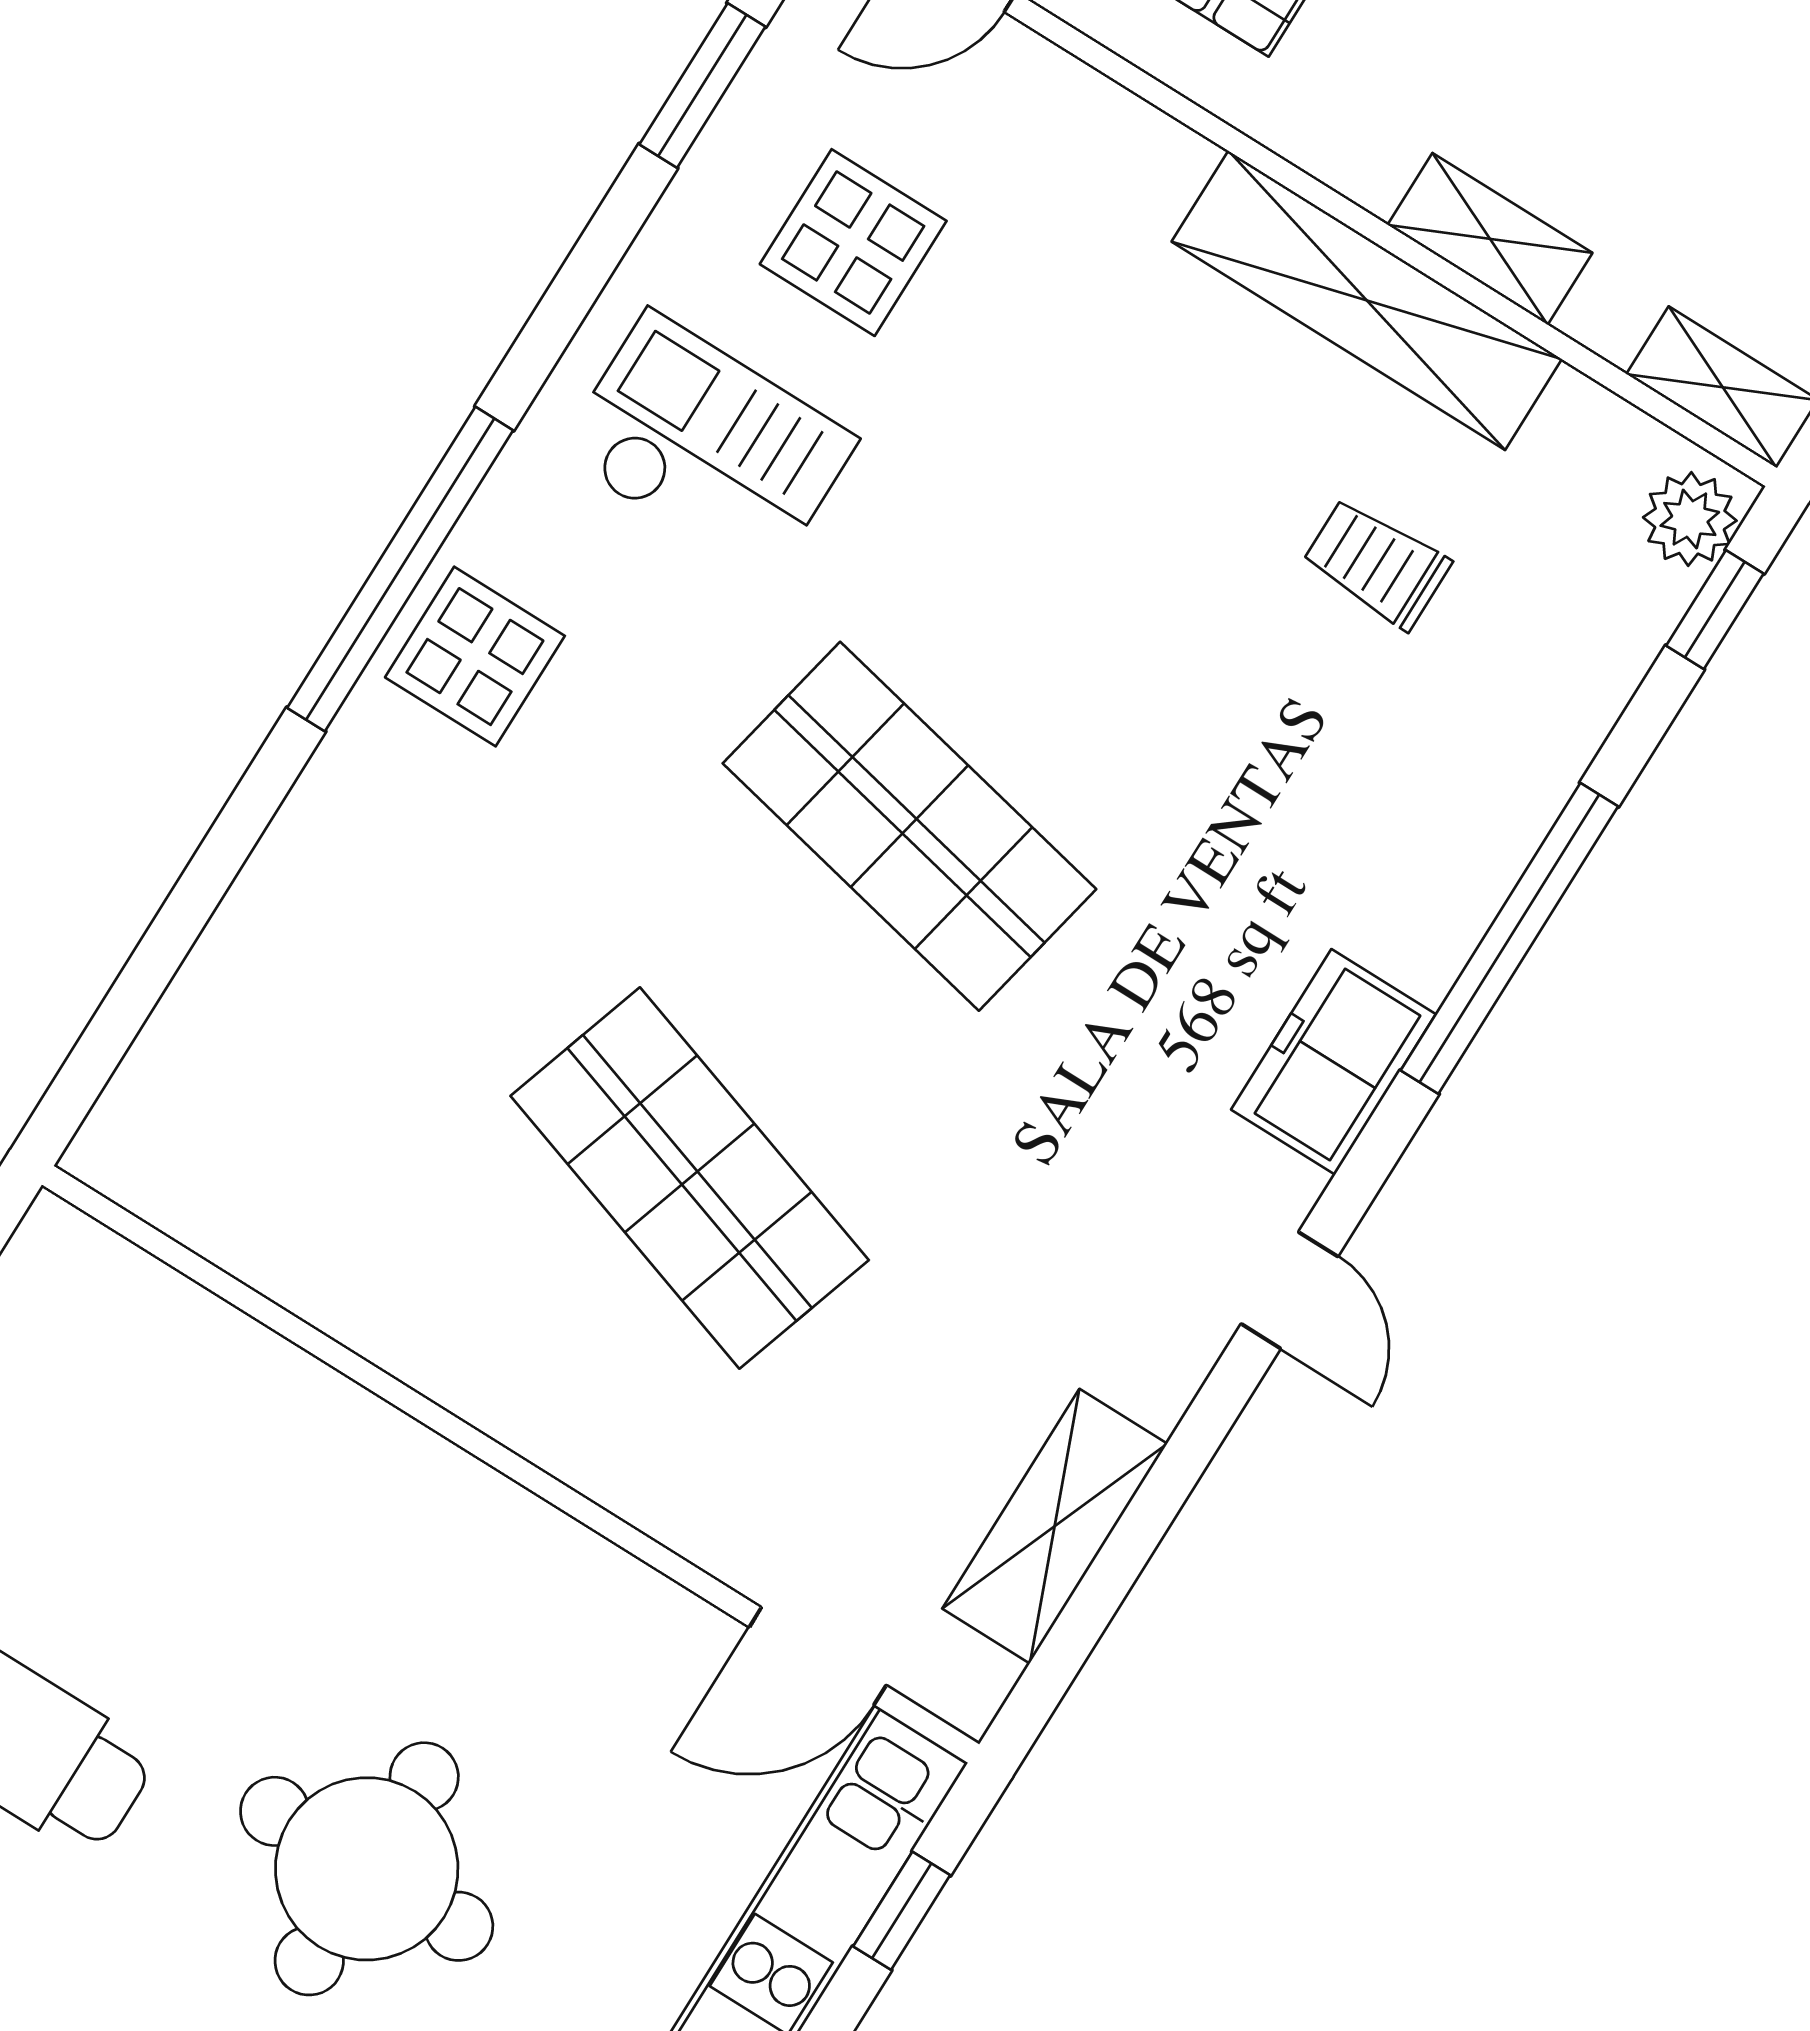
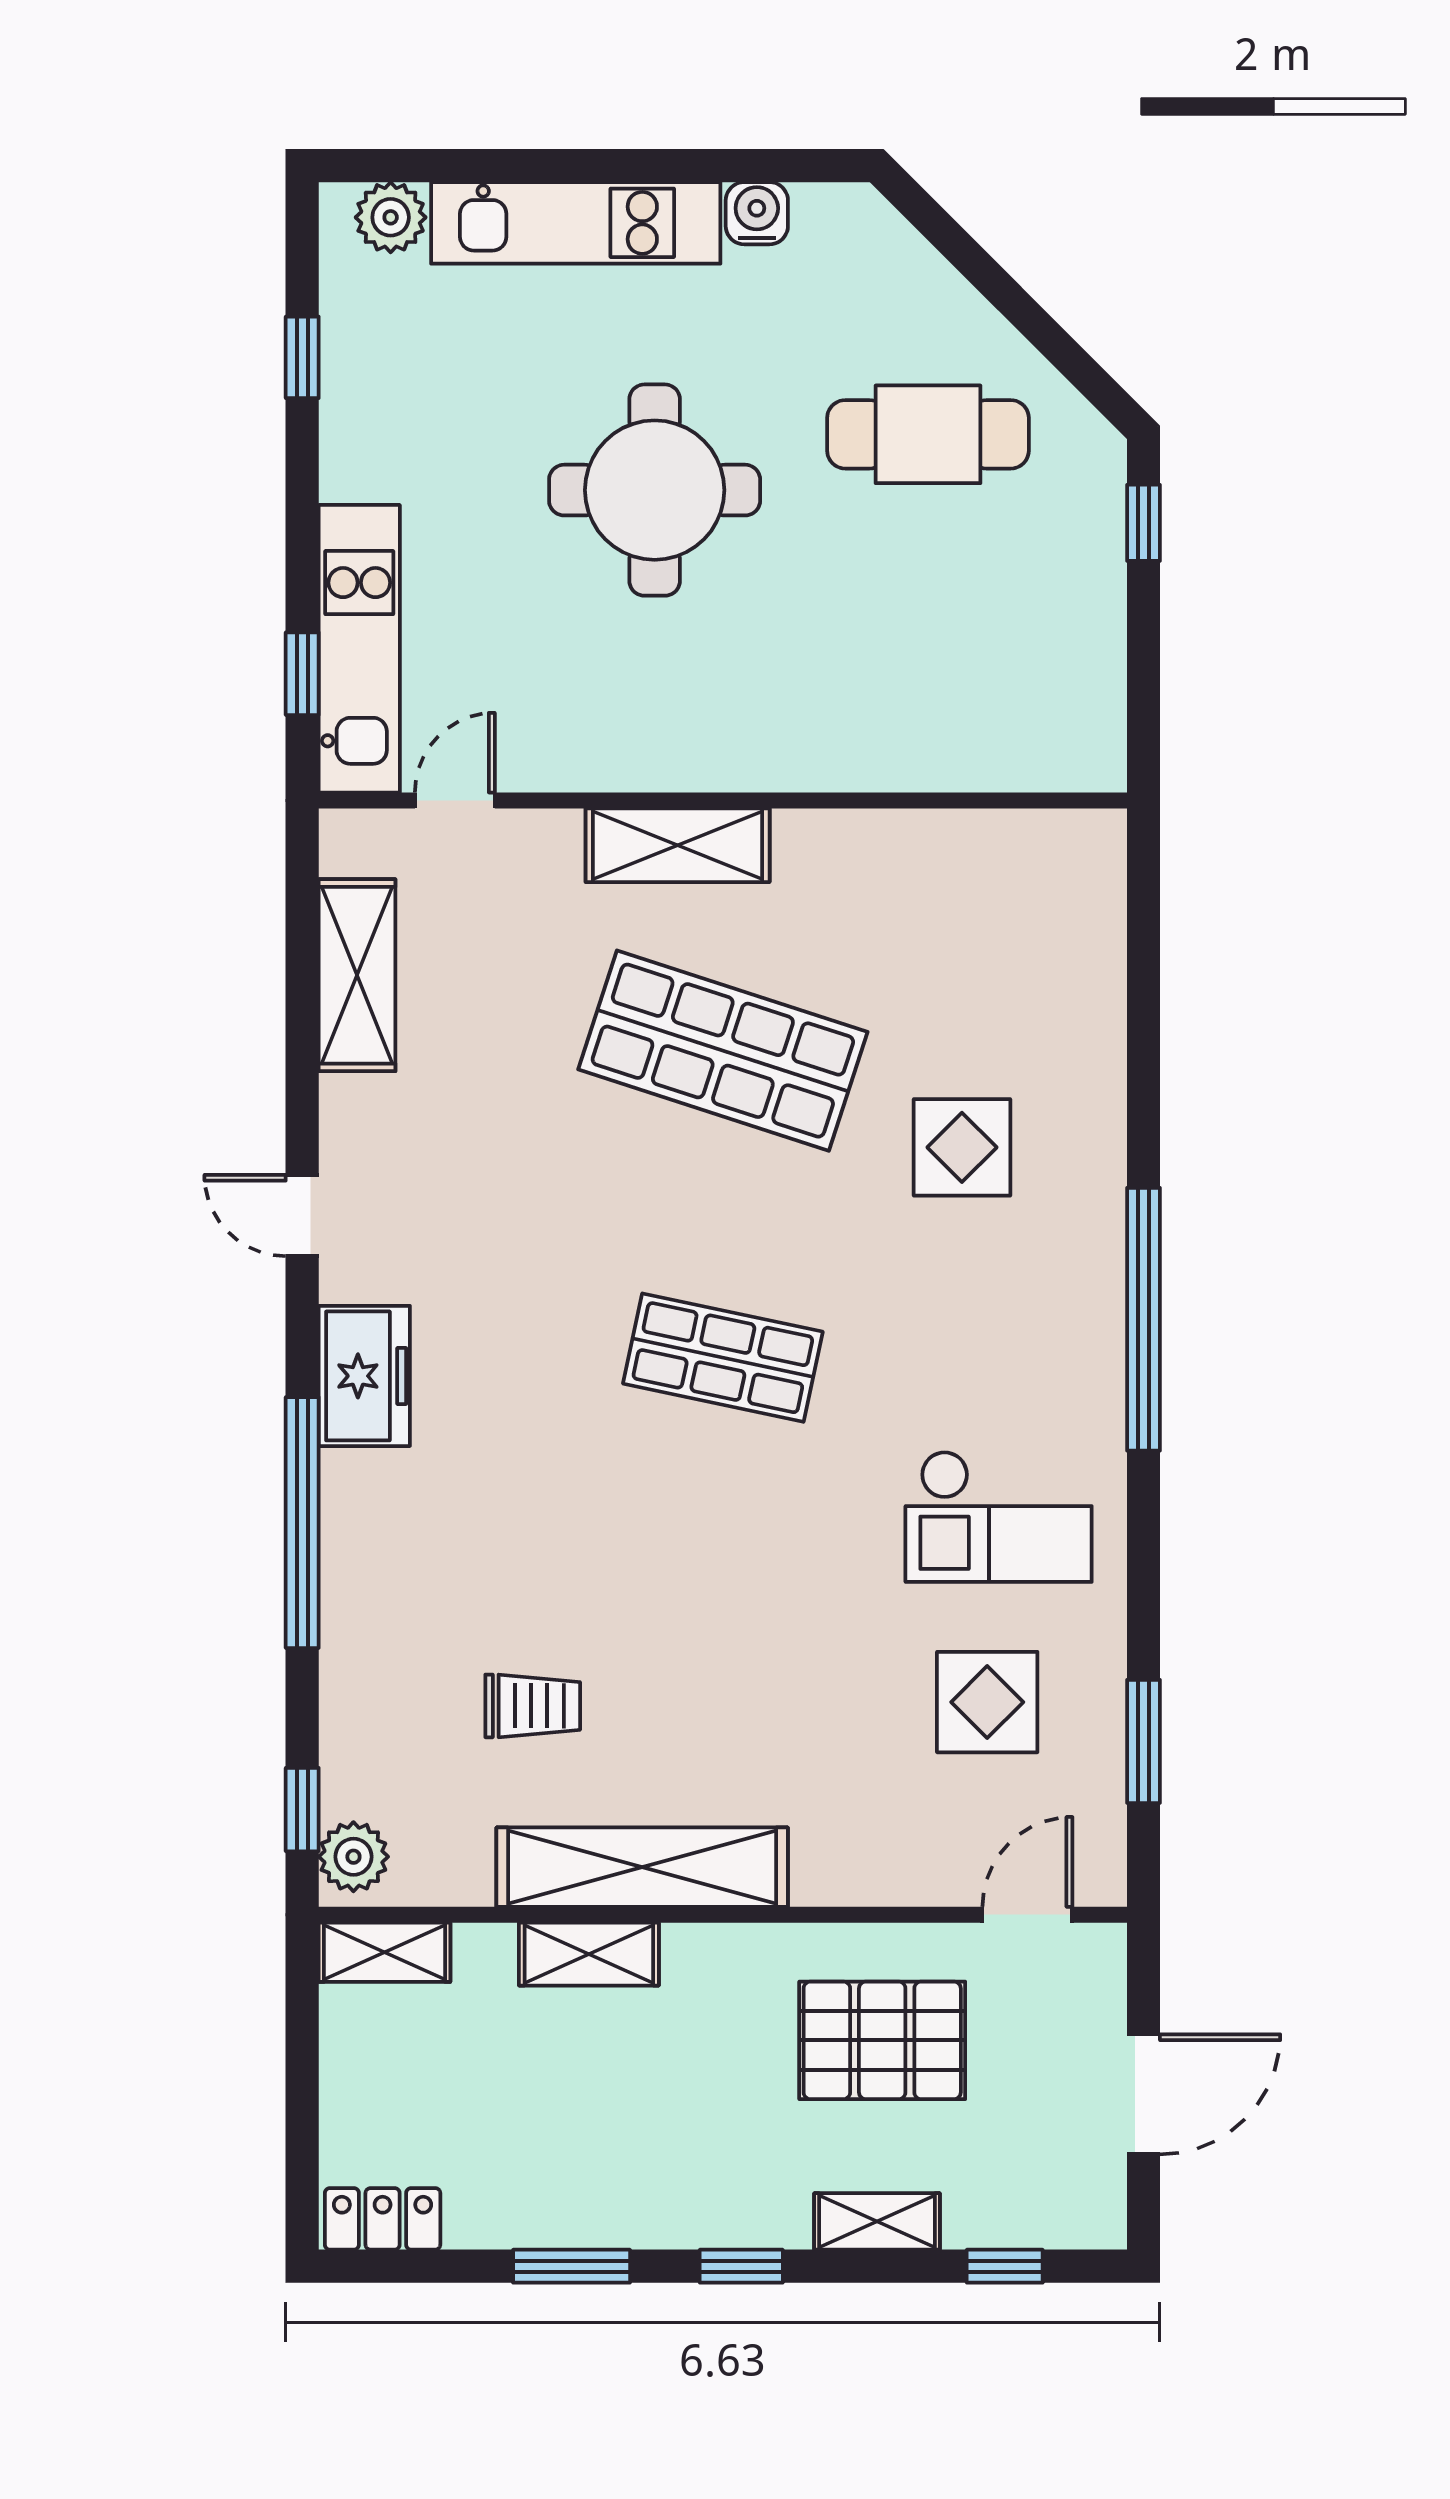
display table: (475, 657) -> (962, 1147), moved
shop shelf: (909, 826) -> (723, 1358), width x0.70, depth x0.74
shelving: (595, 1446) -> (678, 845), added
door: (818, 1656) -> (455, 801), width x0.73

